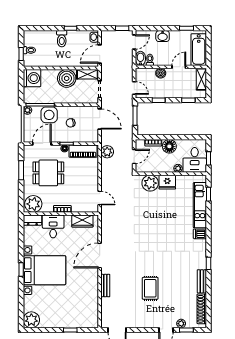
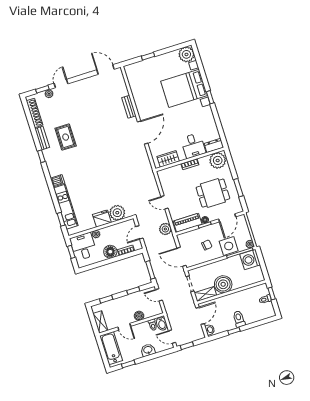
door: (134, 42) -> (172, 337), hinge flipped
door: (179, 67) -> (124, 327), hinge flipped
washing machine: (32, 78) -> (250, 260), moved
door: (100, 198) -> (164, 202), moved
bed with nightstands: (44, 270) -> (184, 88), moved
rug: (150, 288) -> (66, 137), moved

